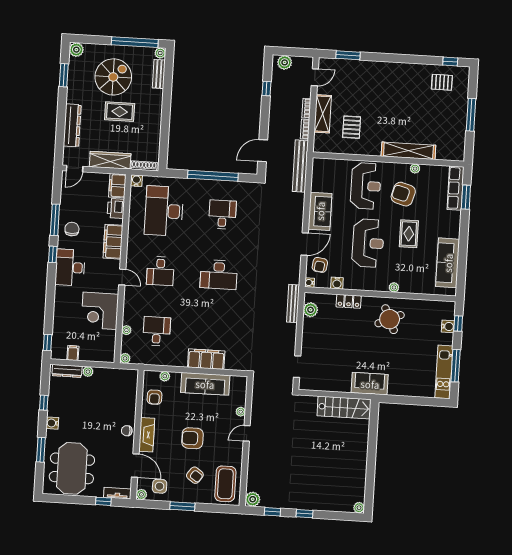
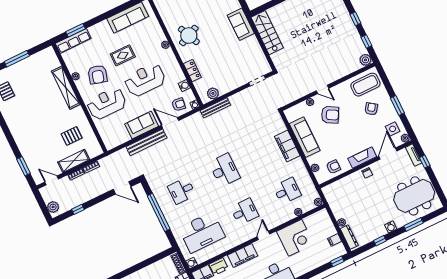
bench: (300, 166) -> (146, 142), moved
desk: (157, 331) -> (287, 191), turned 180
armchair: (192, 438) -> (330, 115), moved, turned -61

